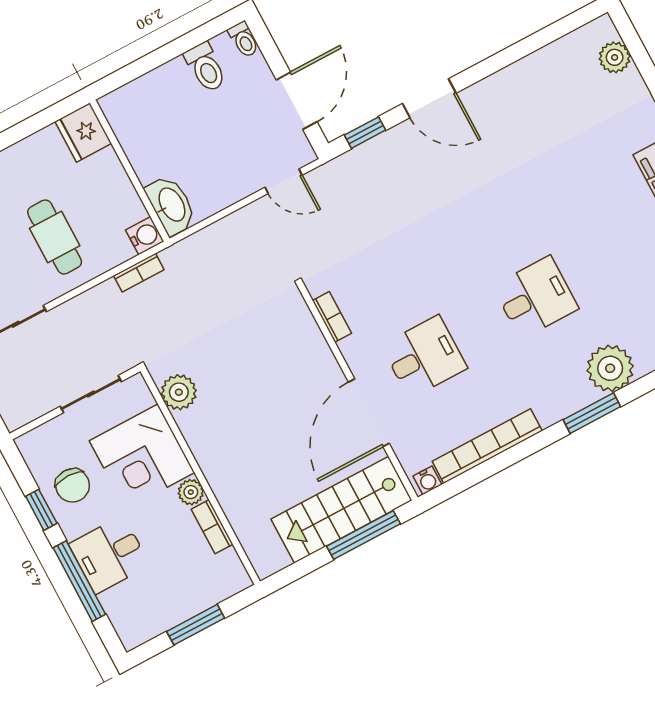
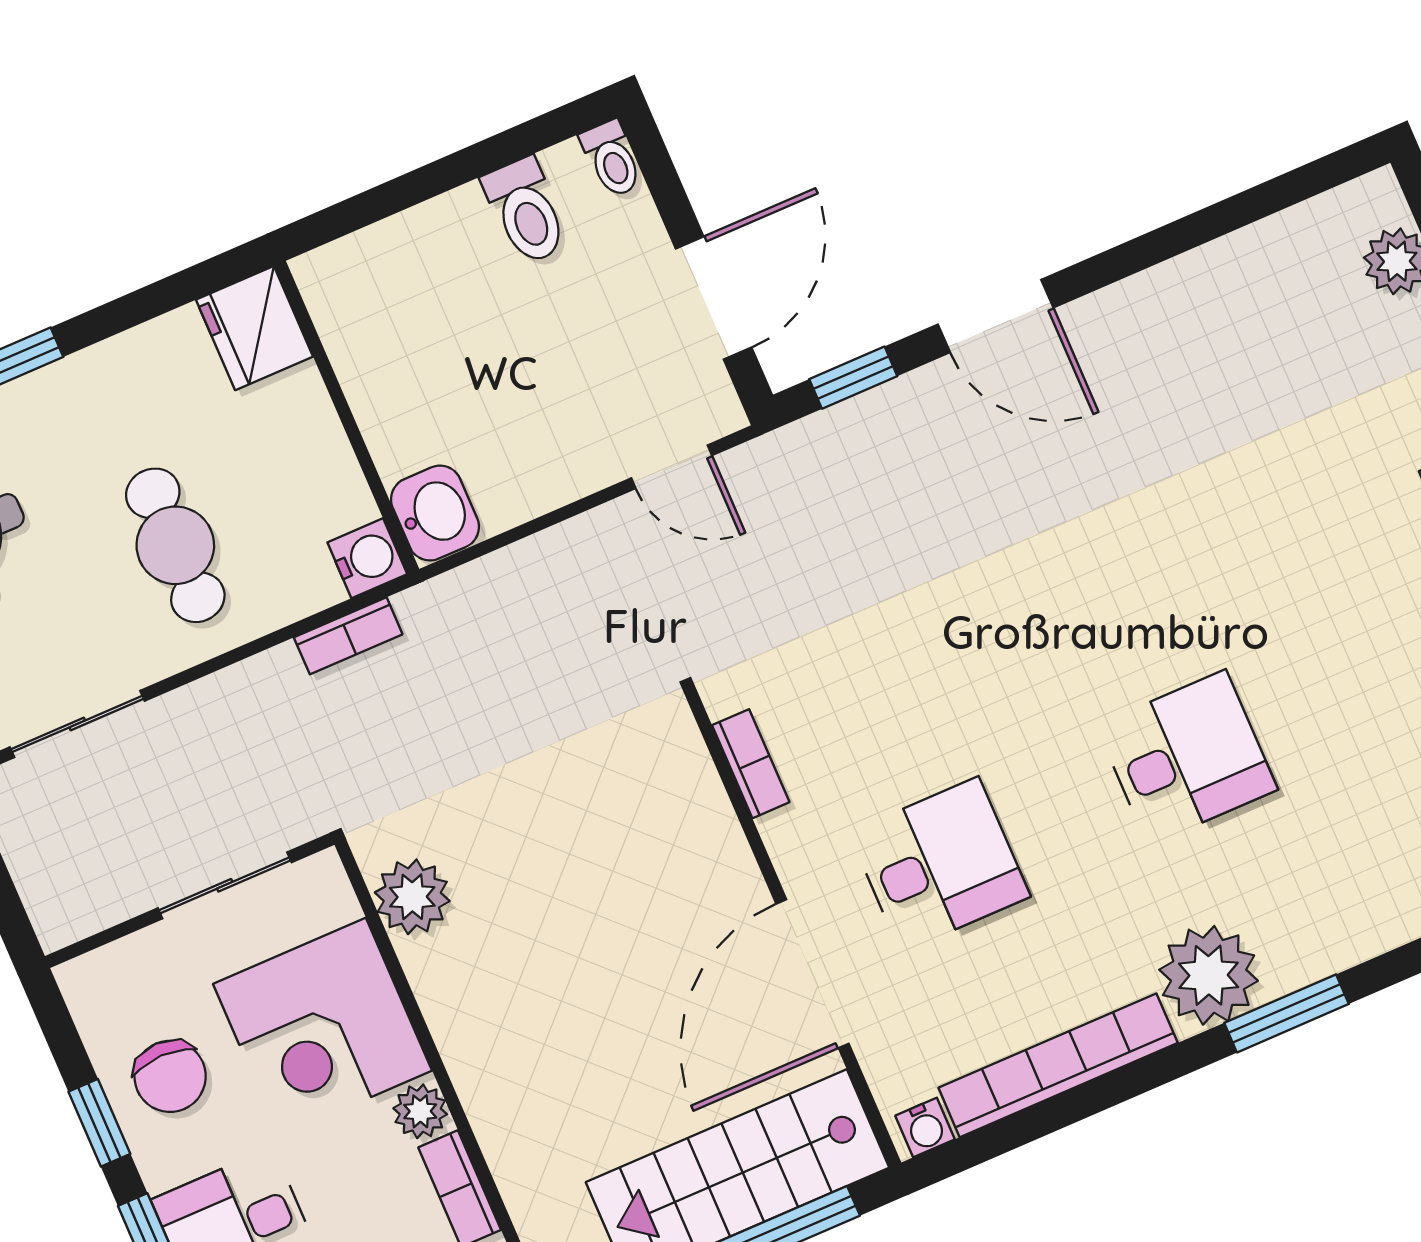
washbasin: (171, 205) -> (435, 513), width x0.72
plant: (610, 368) -> (1209, 975), moved

